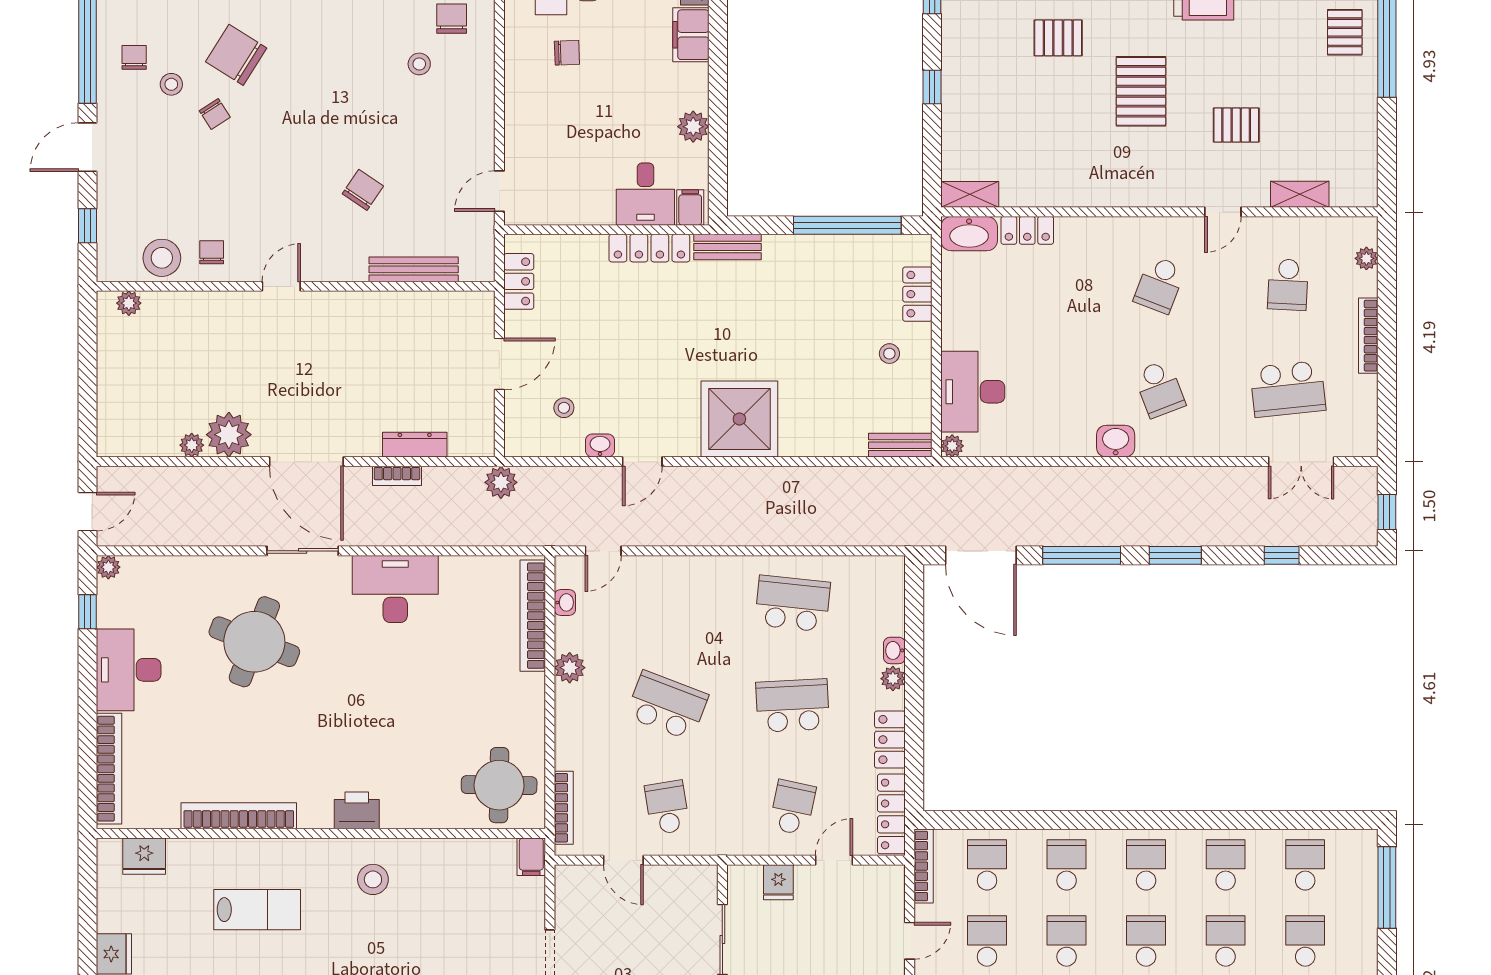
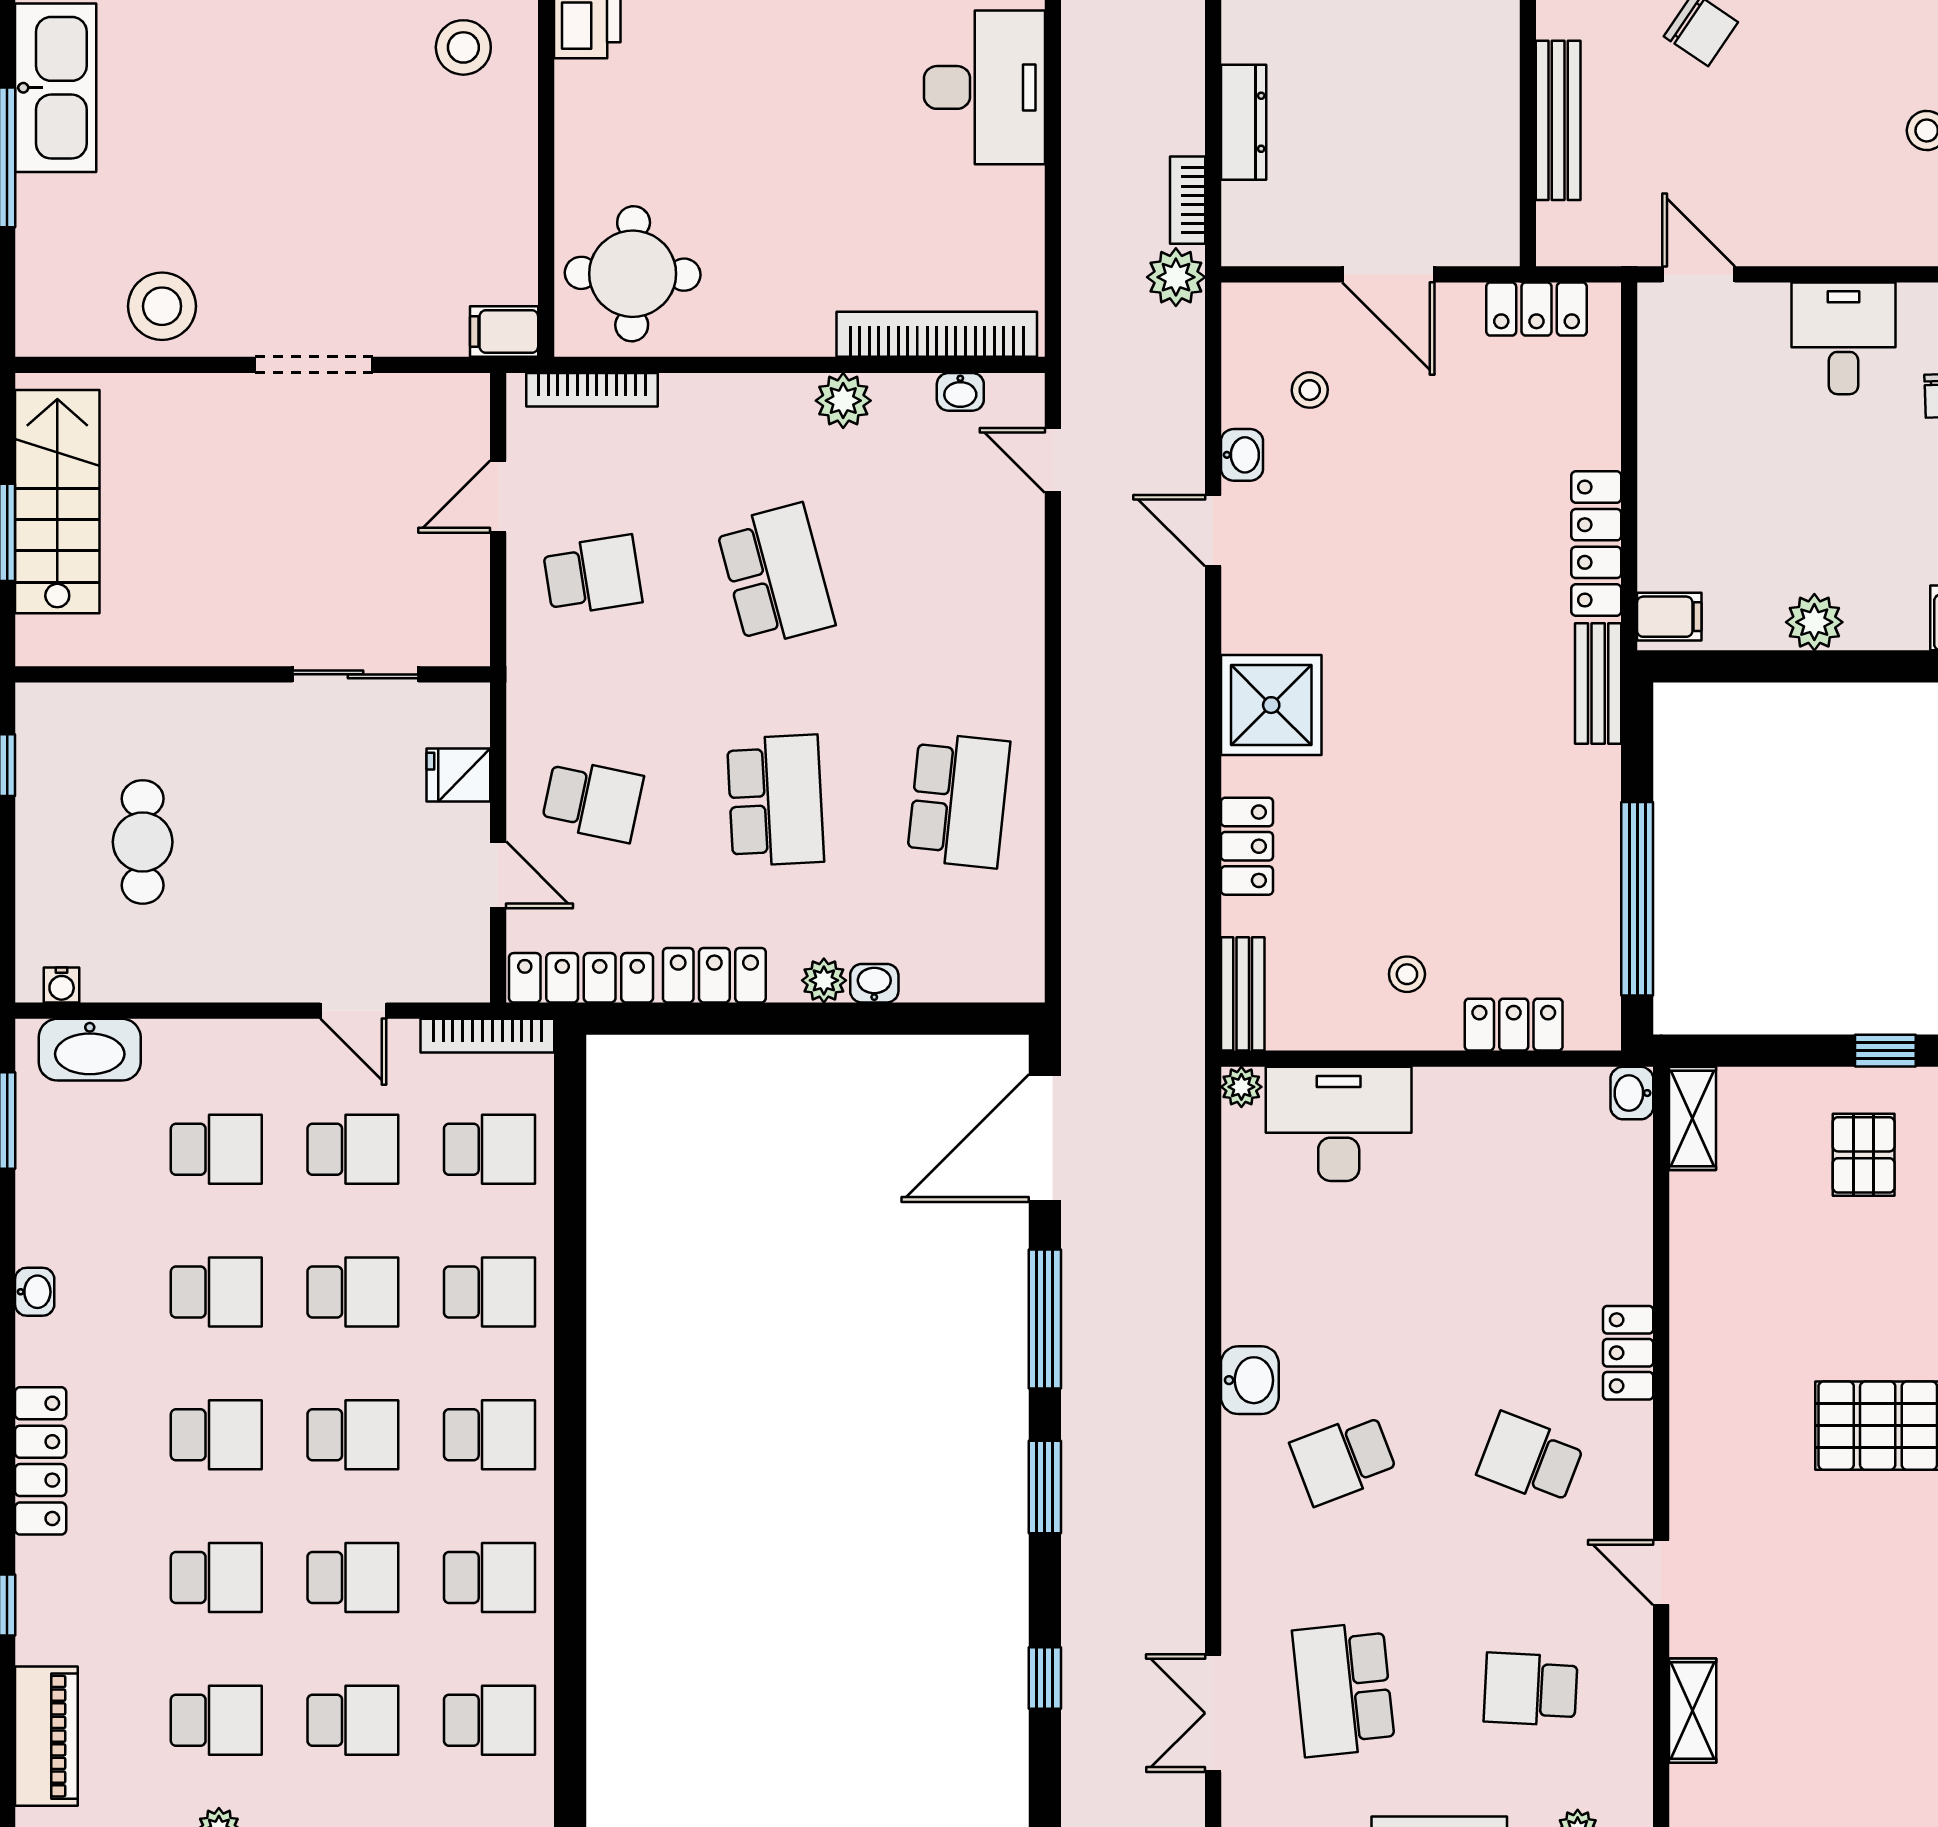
pallet: (1236, 125) -> (1864, 1155), moved
desk: (645, 194) -> (1844, 338), moved, turned 90
locker: (1027, 230) -> (1628, 1353), moved
washbasin: (969, 234) -> (1632, 1093), width x0.52, depth x0.69
shower: (739, 419) -> (1271, 705), width x0.73, depth x0.73
locker: (818, 443) -> (1247, 846), added
bookcase: (397, 476) -> (1188, 200), moved
school desk: (667, 705) -> (775, 575), turned -36

